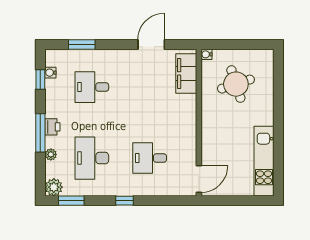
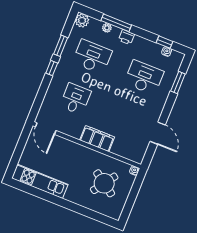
filing cabinet: (186, 73) -> (97, 139), moved
round table: (236, 84) -> (104, 183), turned -37
desk: (92, 87) -> (144, 77), width x1.37
window: (40, 133) -> (116, 23), moved
window: (71, 201) -> (61, 46), moved

